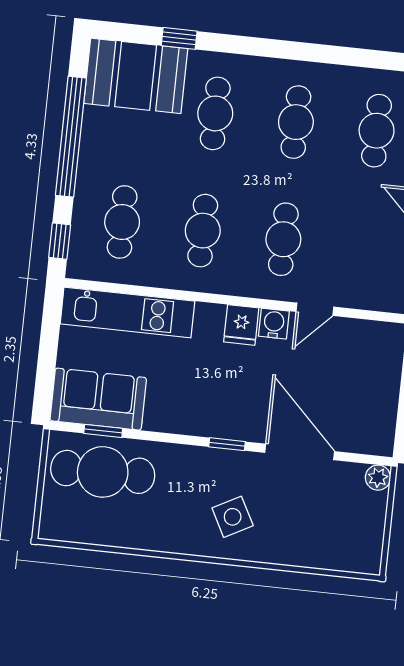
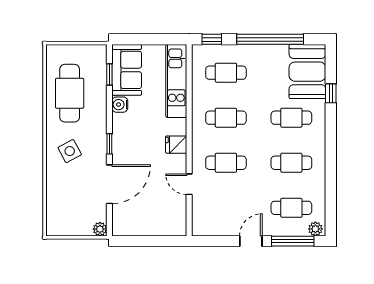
water cooler: (274, 324) -> (120, 105), moved, turned 180
cafe table: (103, 472) -> (70, 93), moved

